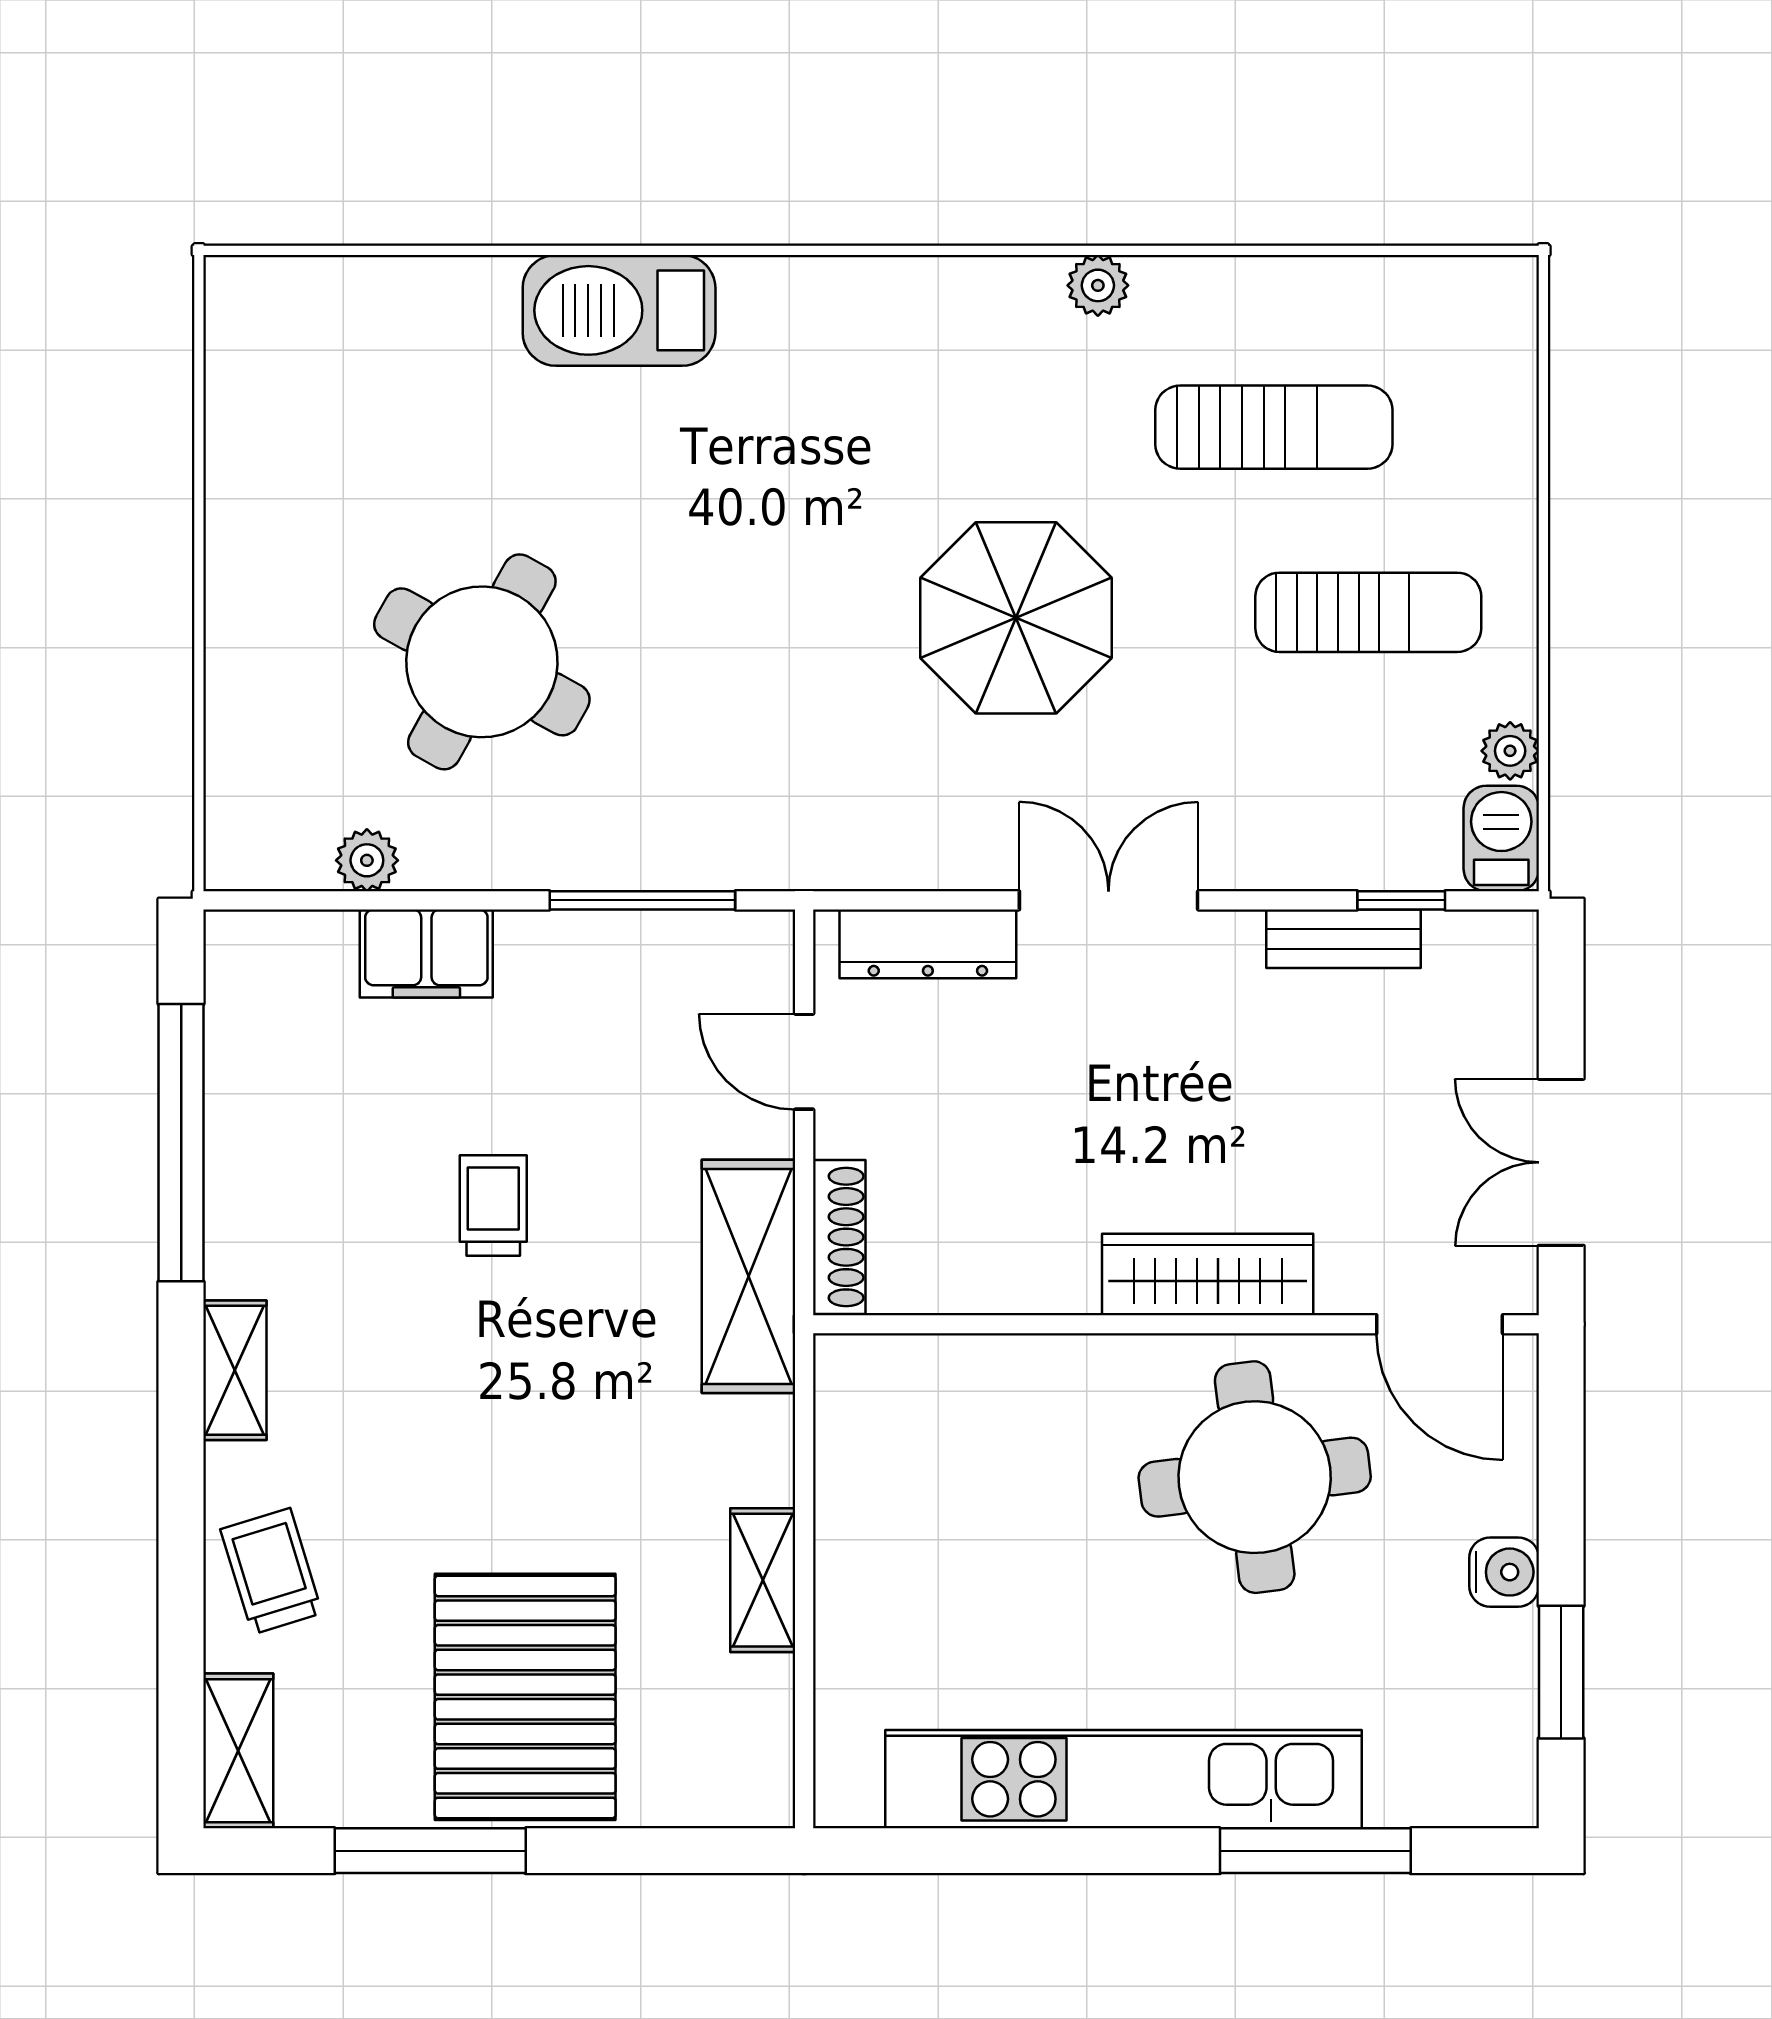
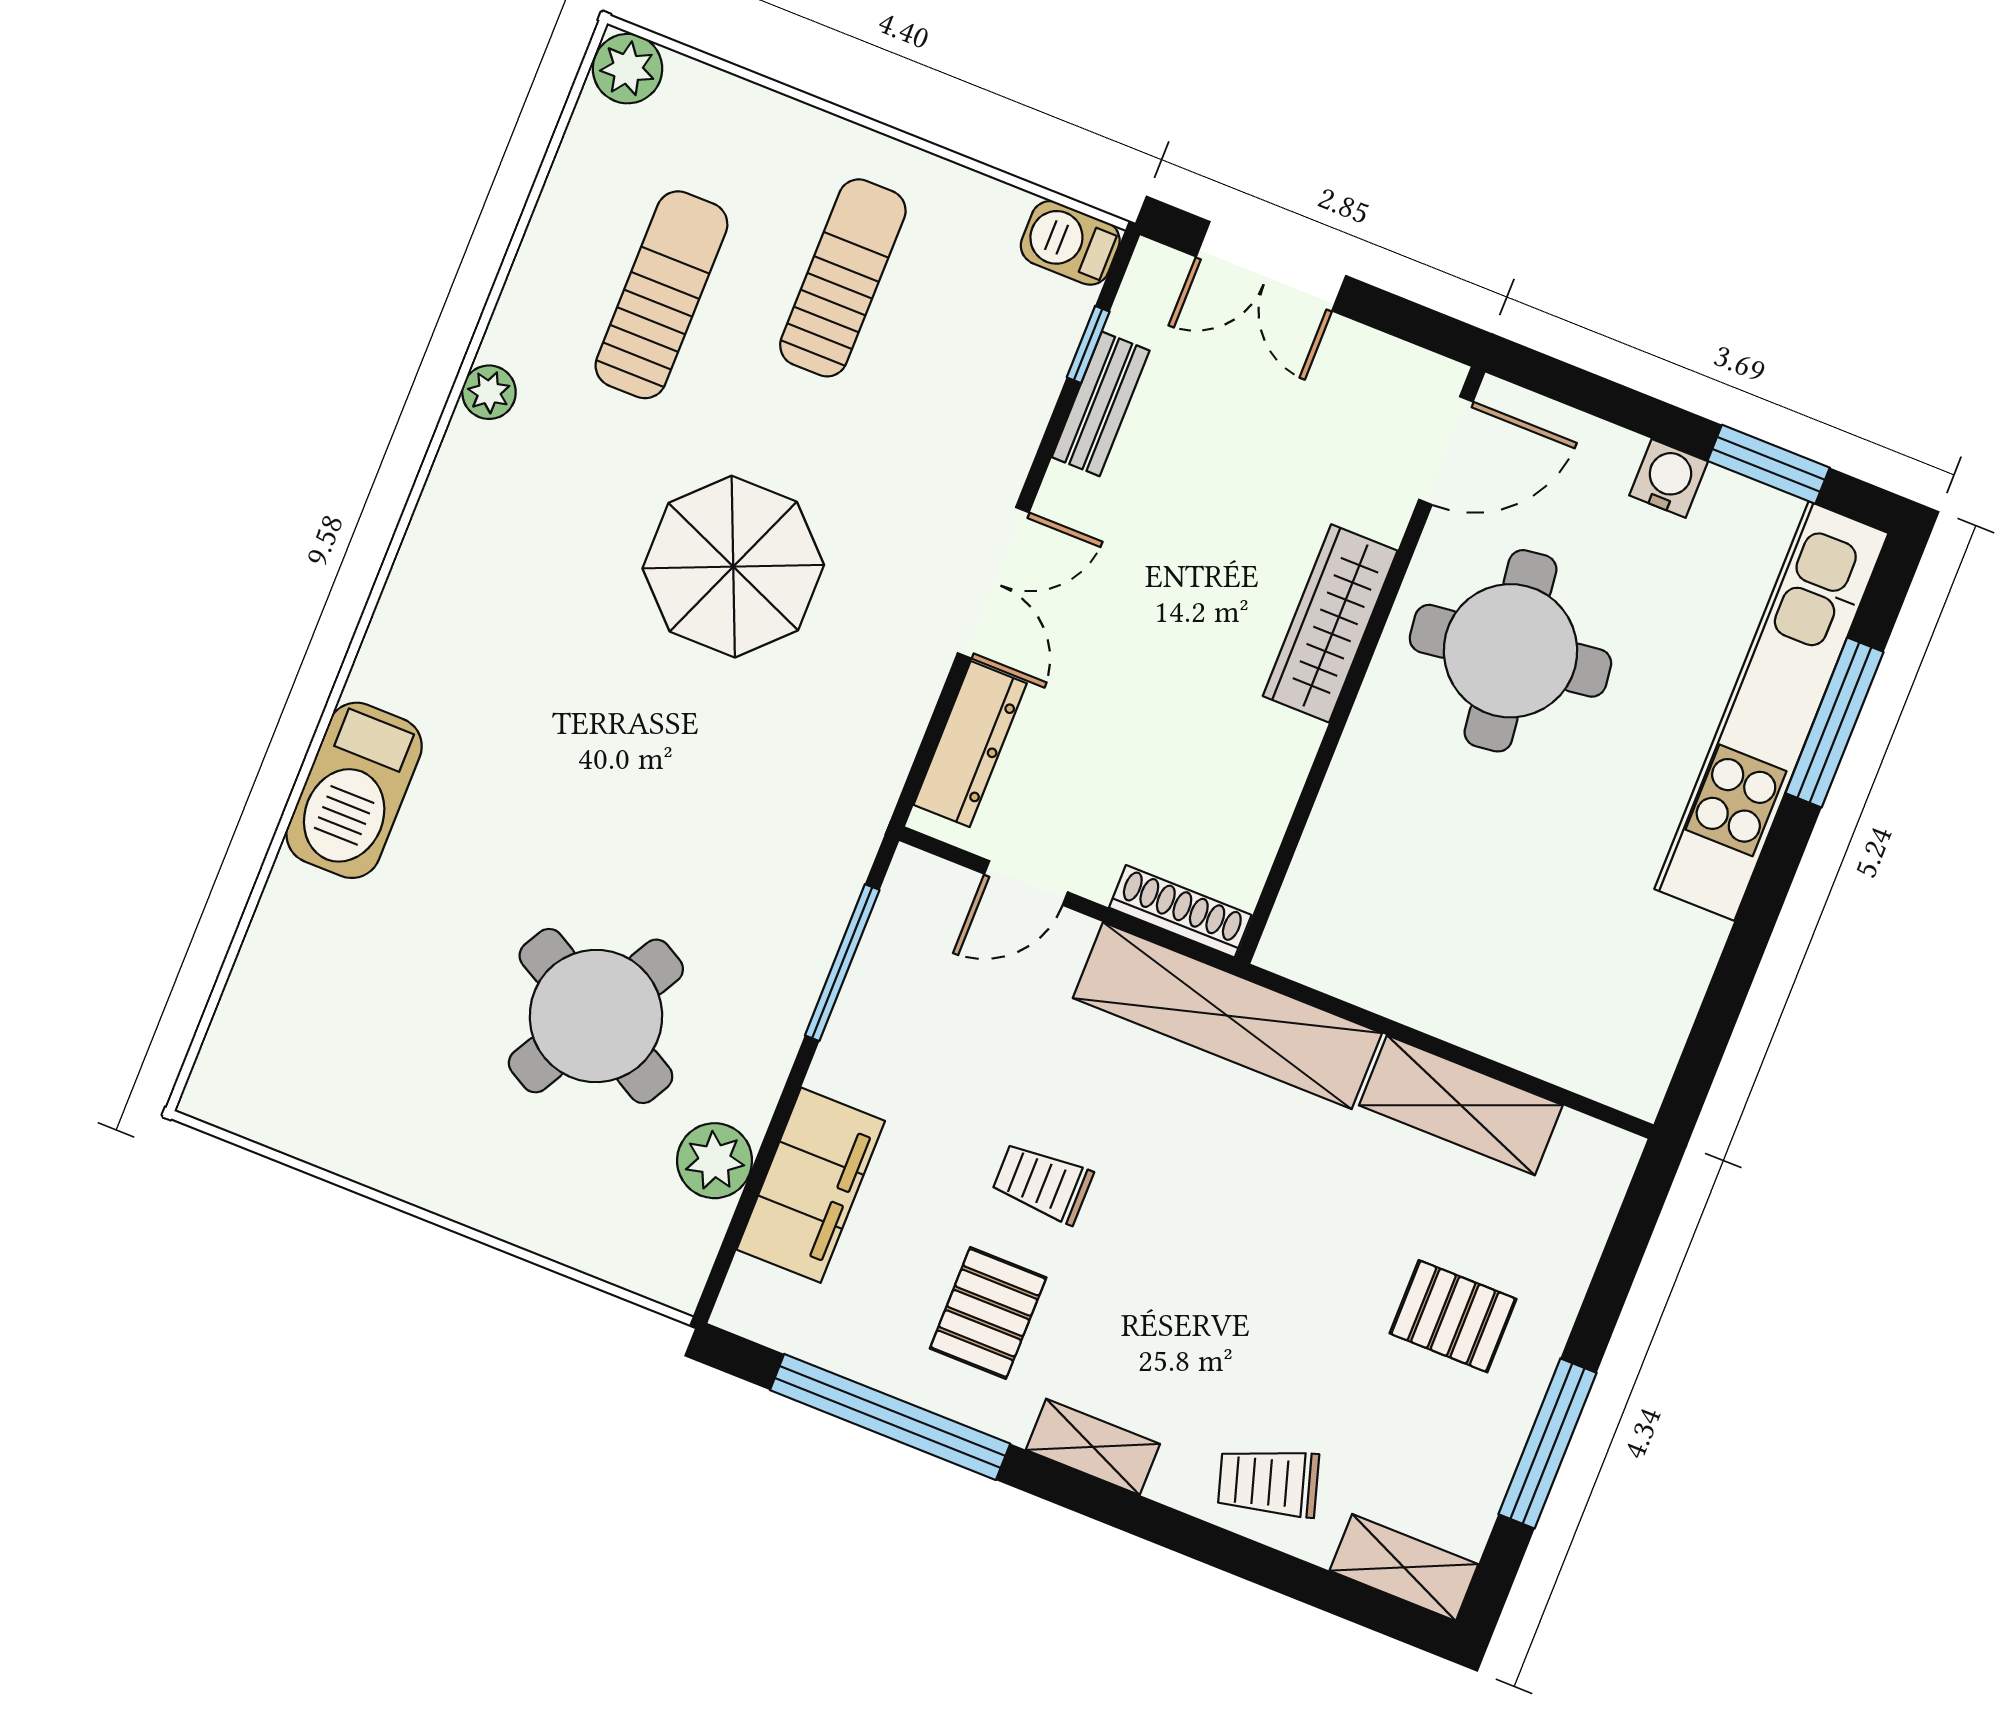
plant: (1510, 751) -> (628, 69), moved, width x1.38, depth x1.38
plant: (367, 860) -> (715, 1161), width x1.38, depth x1.38
double door: (1109, 900) -> (993, 583), swing flipped
filing cabinet: (426, 954) -> (811, 1185), width x1.50, depth x1.17
double door: (1561, 1162) -> (1271, 266), moved
pallet: (332, 1203) -> (988, 1313), added
shelving: (749, 1276) -> (1227, 1016), width x1.47
shelving: (763, 1580) -> (1461, 1105), width x1.50, depth x1.33
pallet: (525, 1697) -> (1453, 1316), width x0.49, depth x0.50
kitchen unit: (1123, 1779) -> (1771, 711), moved

